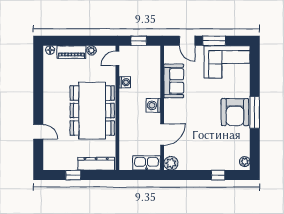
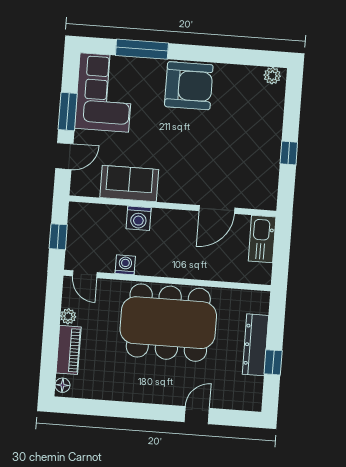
washing machine: (153, 105) -> (139, 218), moved
window: (255, 112) -> (142, 49), moved
door: (162, 134) -> (217, 209), swing flipped
plant: (171, 163) -> (266, 198), removed
dresser: (96, 164) -> (255, 345), moved
window: (218, 175) -> (289, 153), moved

